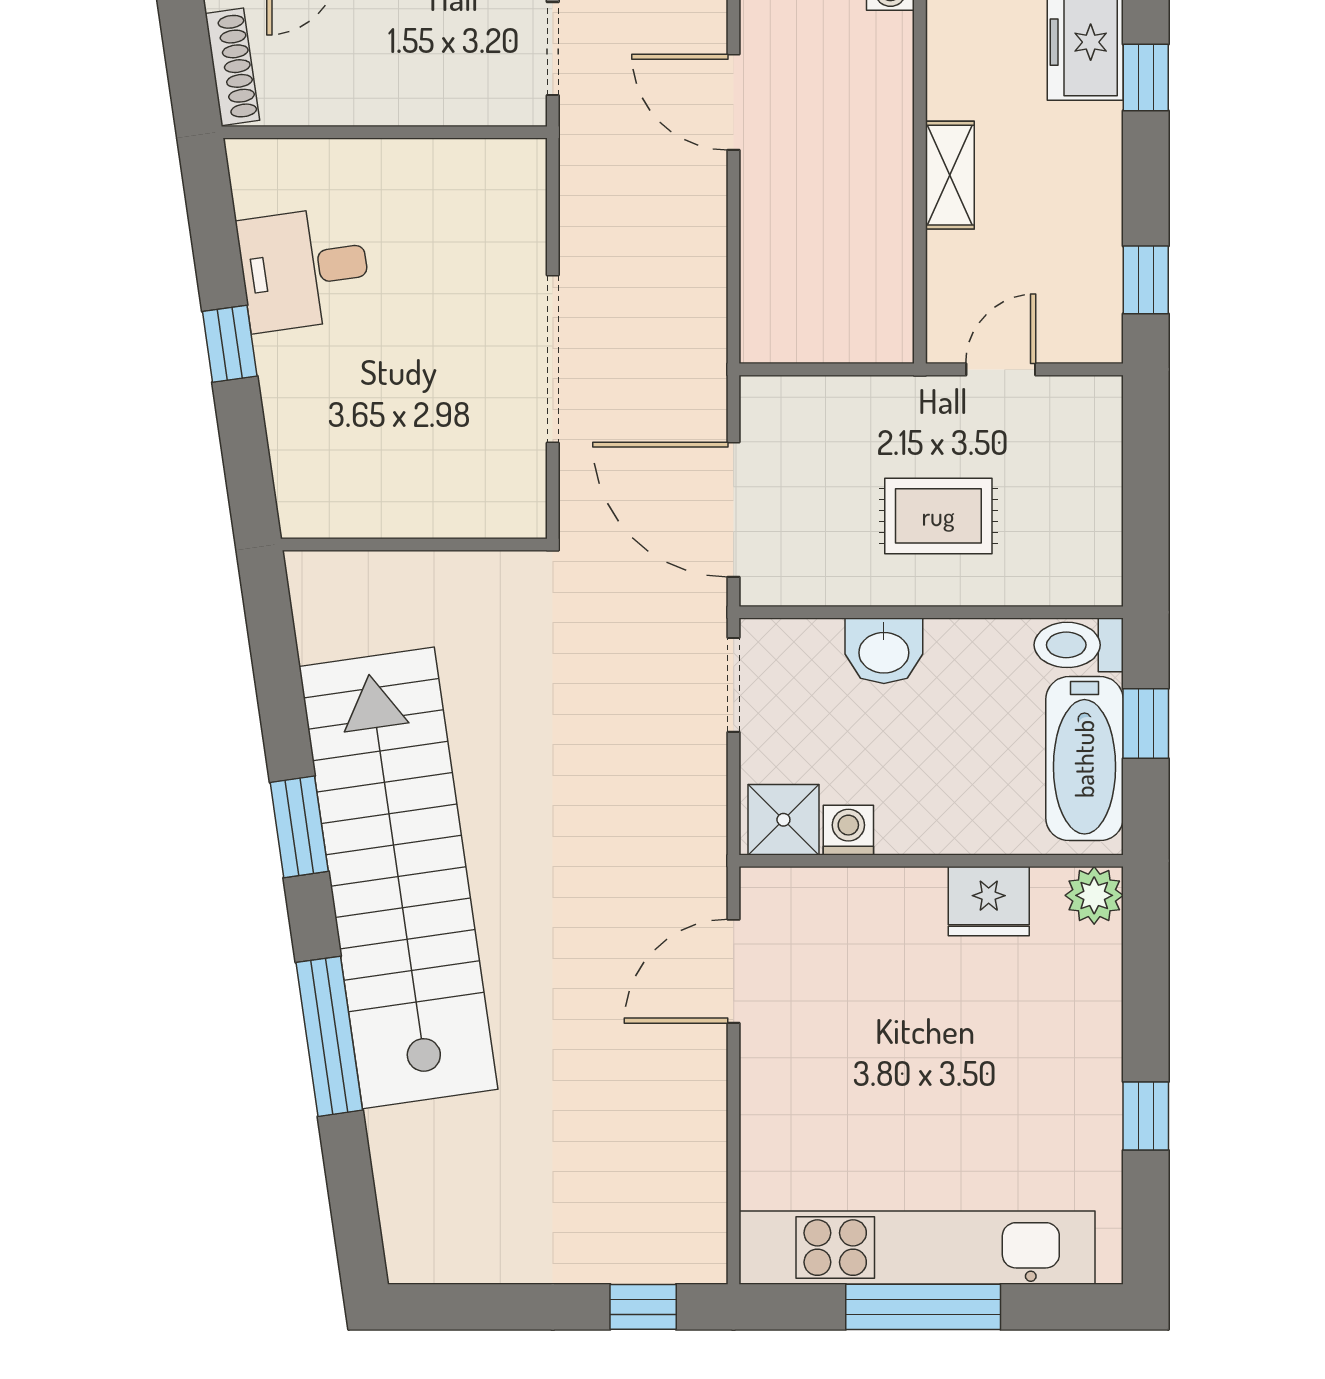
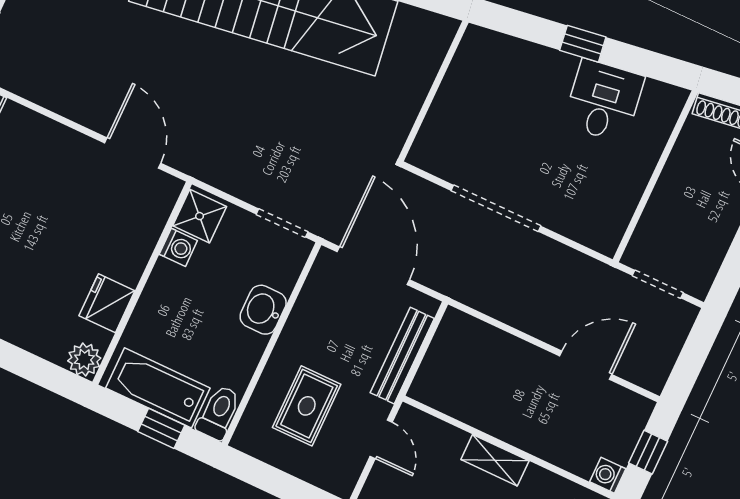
bench: (854, 398) -> (402, 356), added
door: (734, 510) -> (373, 266), hinge flipped
rug: (938, 516) -> (307, 406), moved

